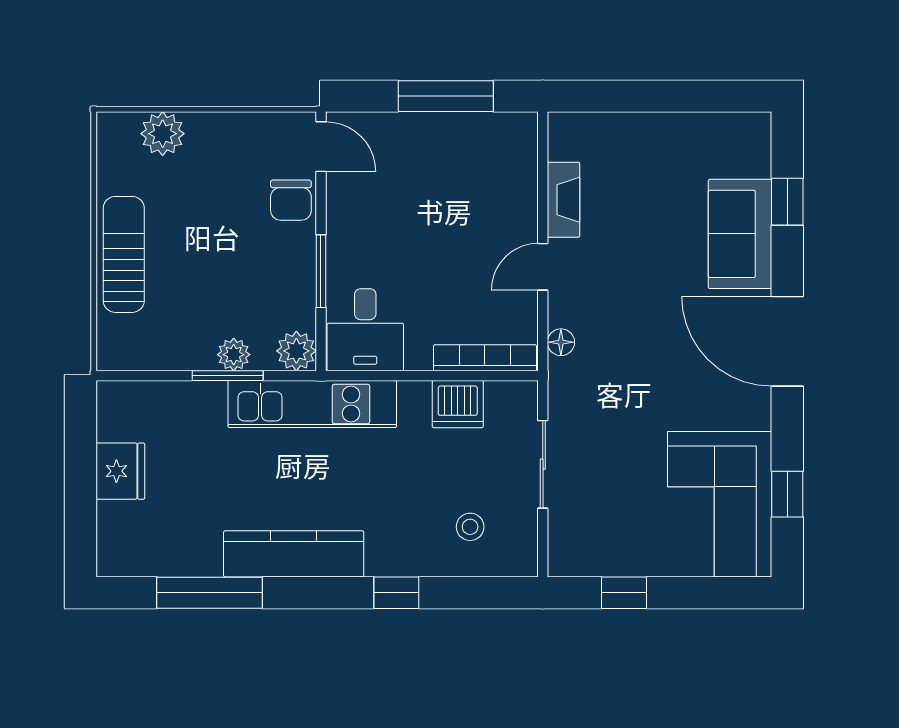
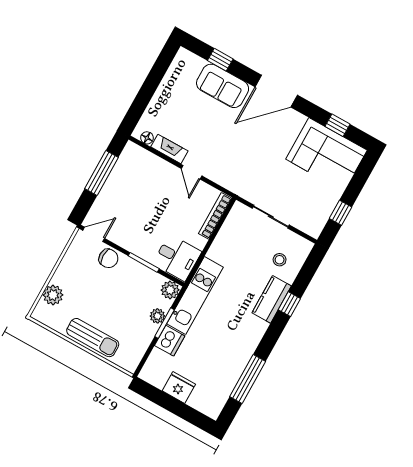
sun lounger: (124, 254) -> (93, 338), turned 180
floor lamp: (561, 342) -> (147, 138), moved
dishwasher: (458, 404) -> (170, 341), moved
kitchen counter: (294, 554) -> (272, 299), moved, width x0.67

